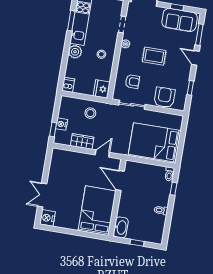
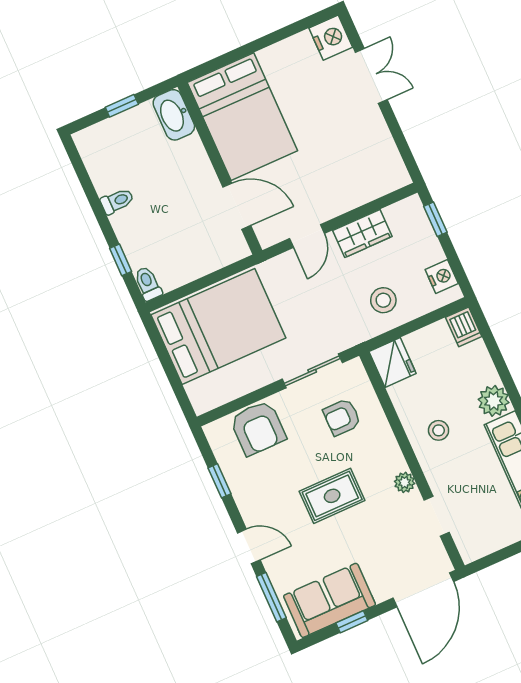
nightstand: (62, 124) -> (442, 277), moved

